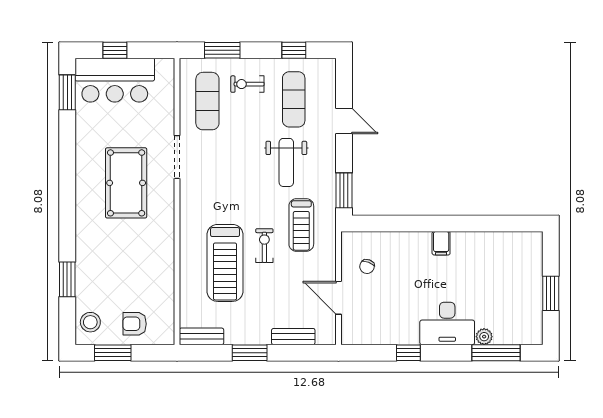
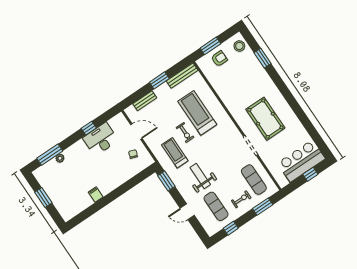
window: (67, 92) -> (319, 141), removed
filing cabinet: (441, 243) -> (96, 195), moved
desk: (447, 323) -> (101, 139), moved
bench: (201, 336) -> (182, 76), width x1.36
window: (113, 353) -> (210, 46), moved

